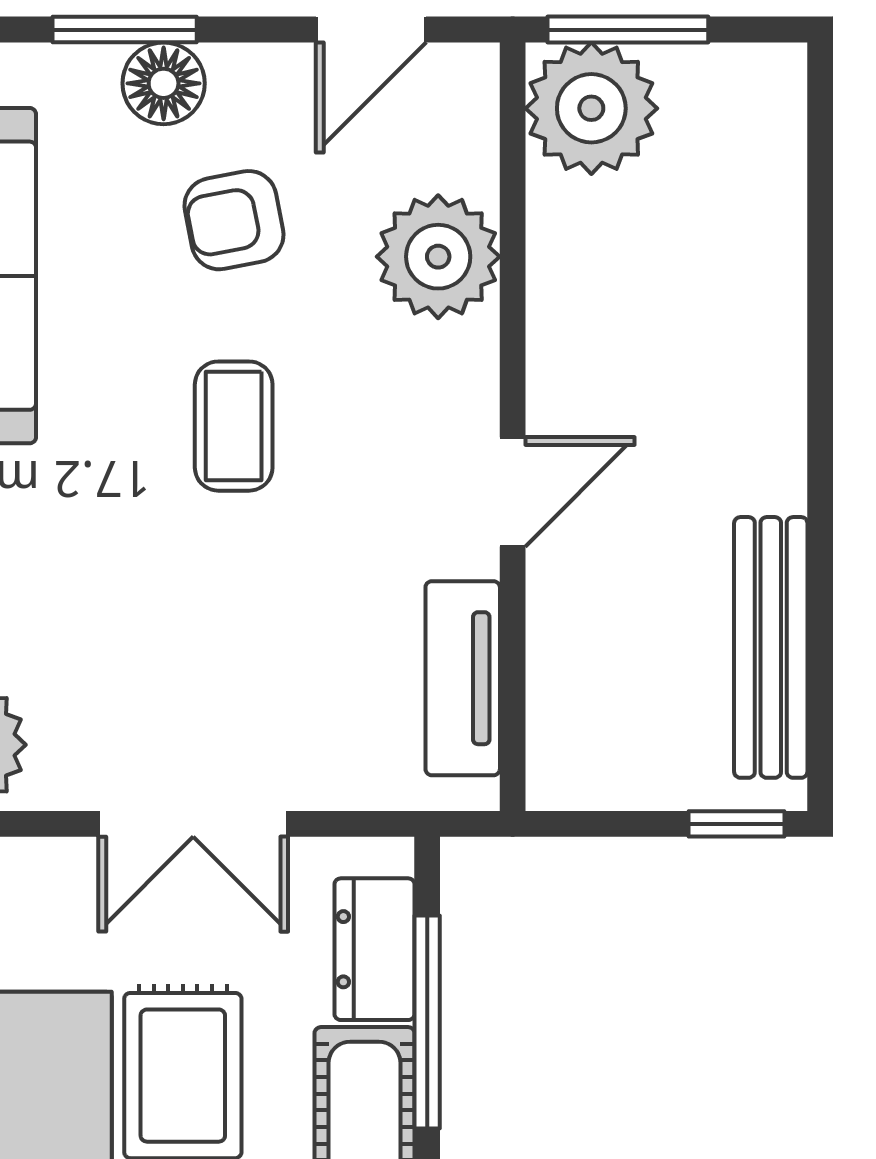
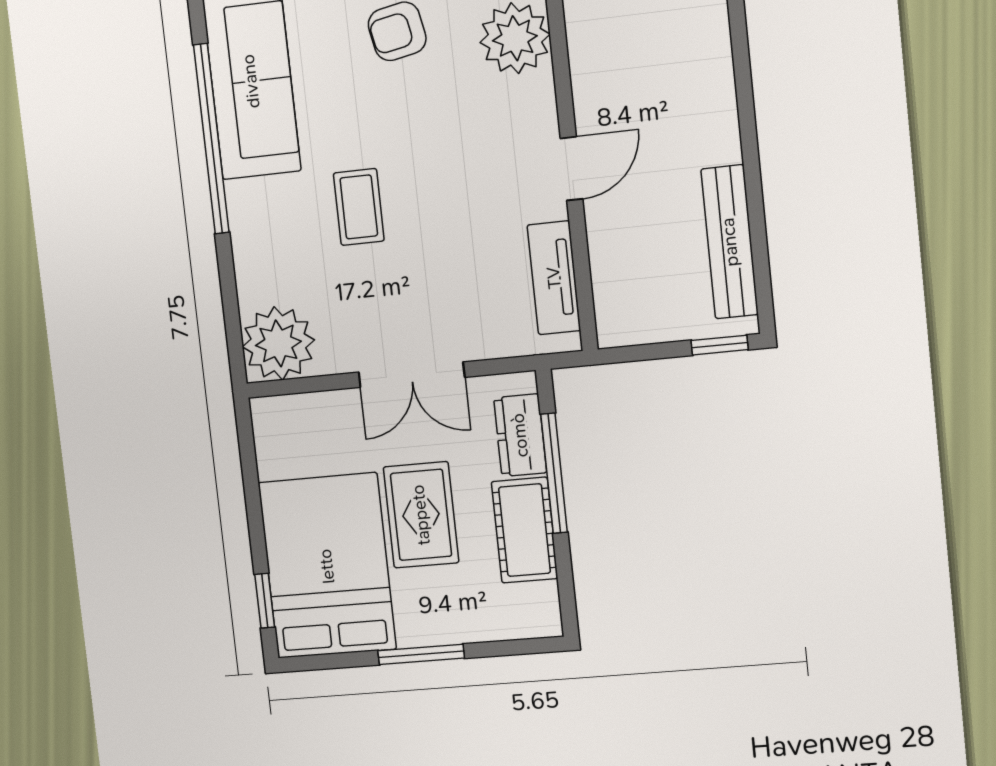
coffee table: (234, 426) -> (359, 207), moved

